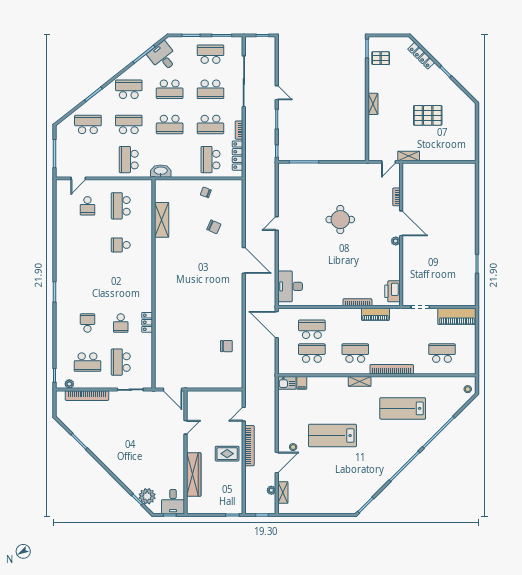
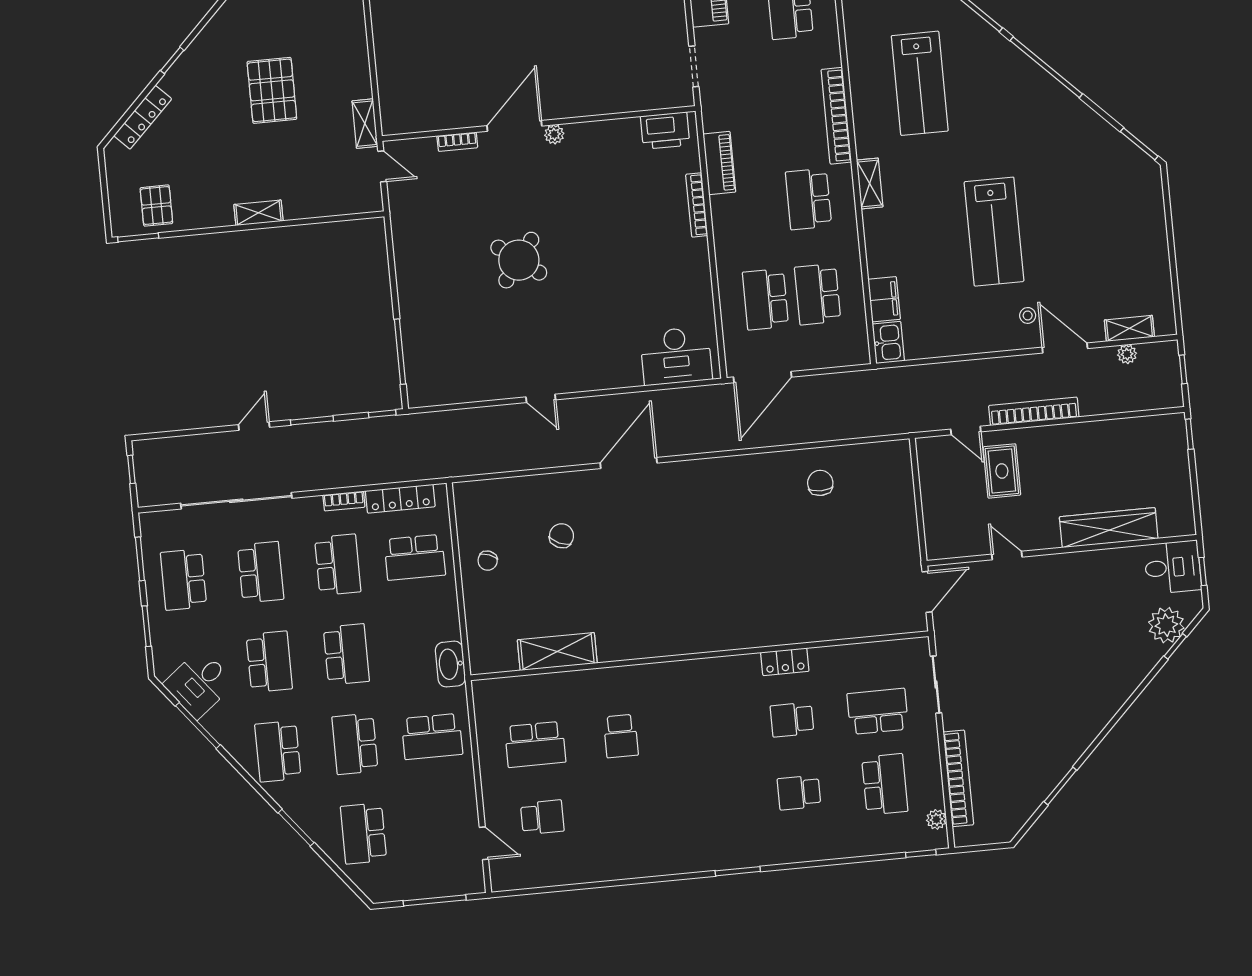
round table: (340, 220) -> (519, 260), turned 37
school desk: (121, 323) -> (792, 720), turned 180
school desk: (121, 362) -> (878, 711), turned 180
filing cabinet: (302, 383) -> (884, 299), width x2.00
rug: (227, 454) -> (1002, 471), moved

